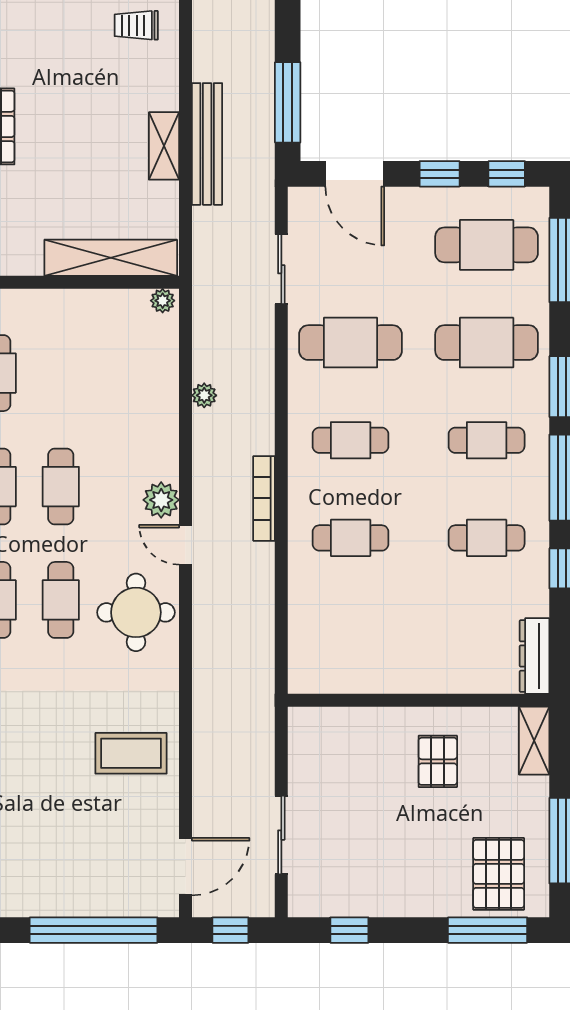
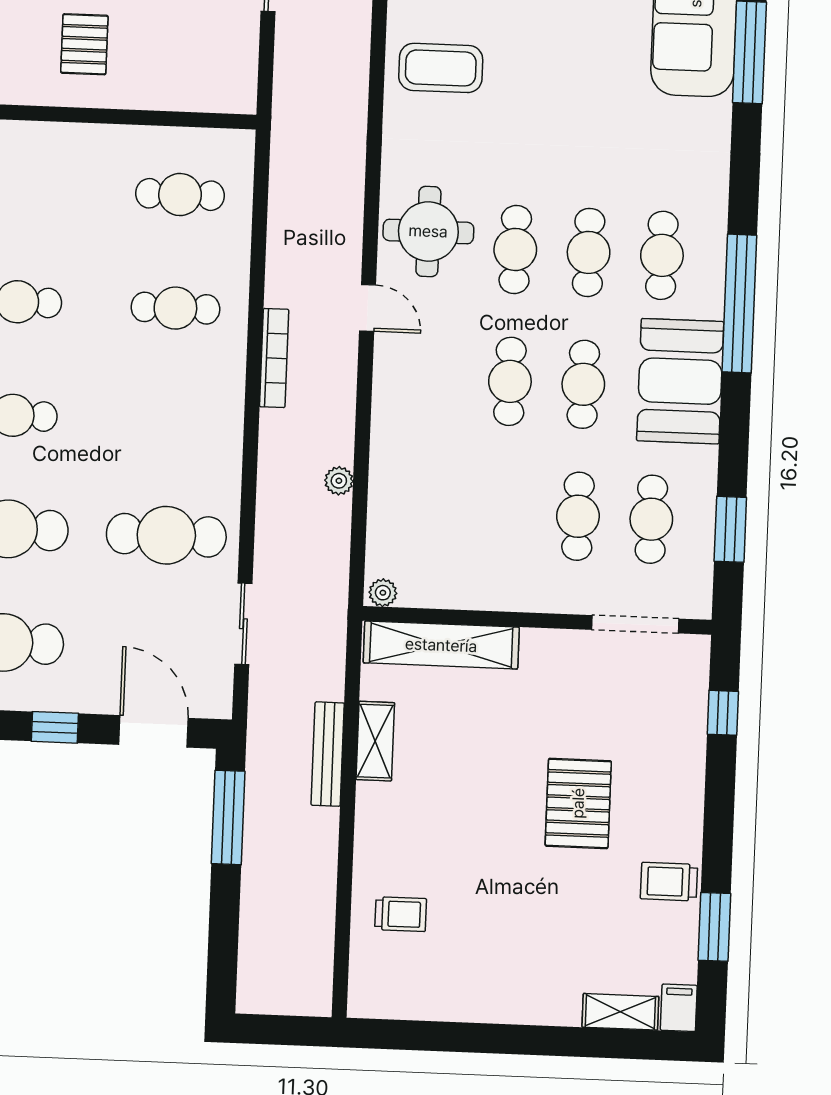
bench: (207, 144) -> (328, 754), width x0.73, depth x0.82
shelving: (164, 146) -> (375, 741), moved
cafe table: (351, 440) -> (180, 195), moved
plant: (161, 500) -> (394, 361), removed

